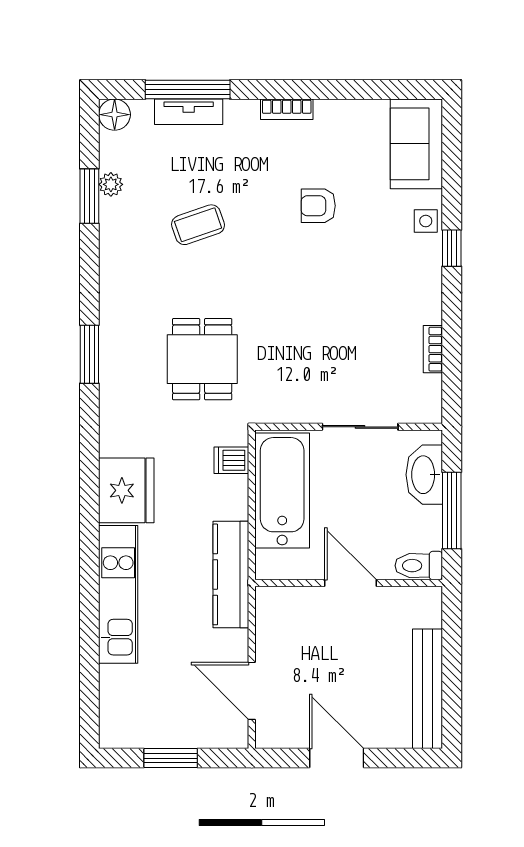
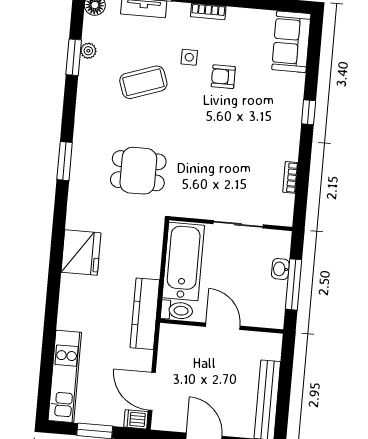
side table: (426, 221) -> (189, 57), moved
coffee table: (198, 225) -> (143, 82), width x1.36, depth x1.30
dining table: (202, 359) -> (138, 171), turned 90
dishwasher: (231, 460) -> (136, 419), moved
washbasin: (424, 475) -> (280, 269), width x0.52, depth x0.69
toilet: (419, 566) -> (177, 310), moved, turned 180
kitchen unit: (118, 594) -> (65, 376), moved

